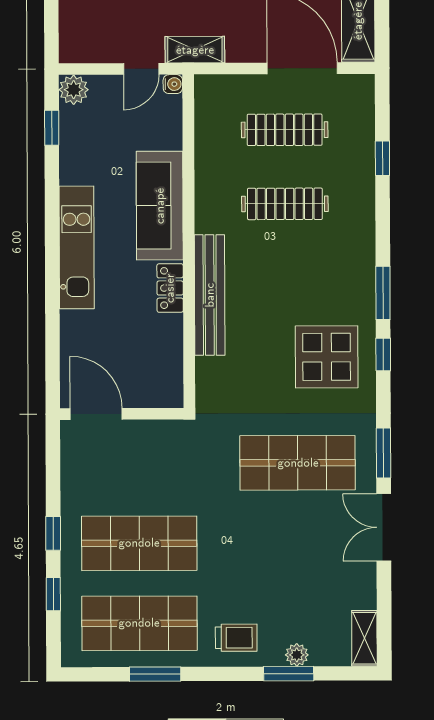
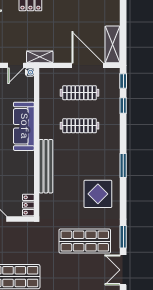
locker: (170, 288) -> (28, 205), moved
window: (383, 354) -> (123, 81), moved

